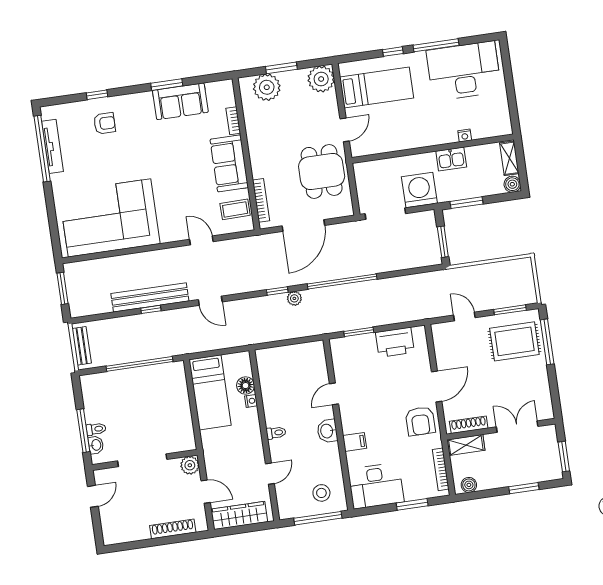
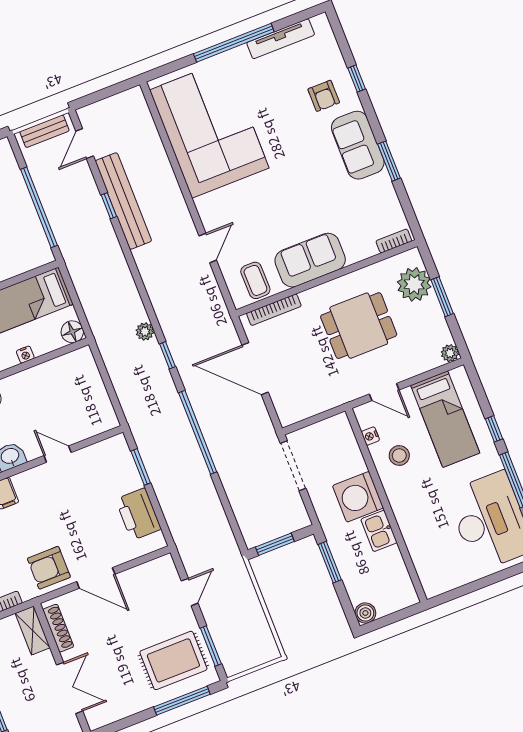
plant: (321, 79) -> (450, 353), width x0.53, depth x0.53
sofa: (180, 101) -> (358, 145), moved
bookcase: (233, 121) -> (394, 241), moved
stool: (397, 130) -> (399, 455), added
nightstand: (465, 136) -> (370, 436), moved
window: (42, 149) -> (234, 43), moved
shelving: (509, 158) -> (396, 602), removed
dining table: (322, 171) -> (359, 326), moved
washing machine: (419, 190) -> (358, 497), moved, turned 180
window: (63, 288) -> (109, 91), removed
plant: (294, 298) -> (145, 331), moved
door: (210, 301) -> (85, 144), moved
rug: (514, 341) -> (173, 660), turned 90
floor lamp: (246, 386) -> (72, 332), moved

